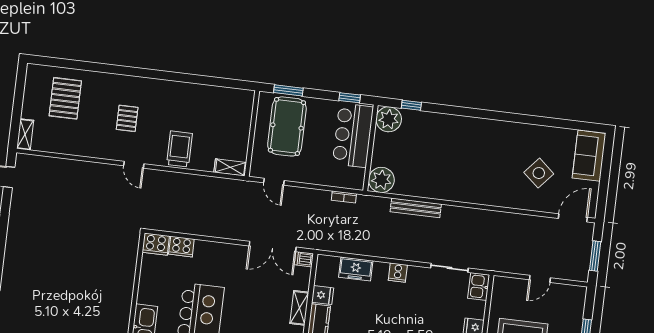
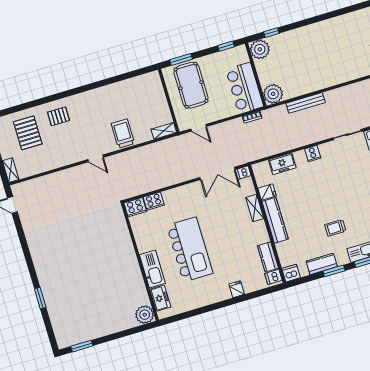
pallet: (127, 118) -> (59, 116), moved, turned 90
bar counter: (353, 135) -> (245, 88), moved

